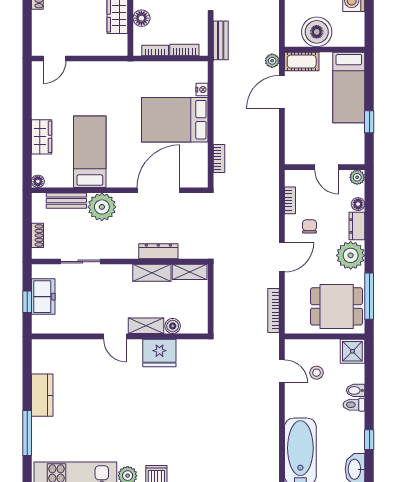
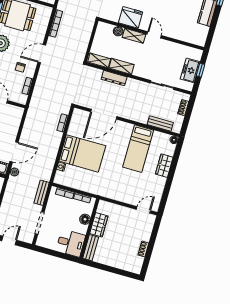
plant: (102, 207) -> (140, 114), removed

